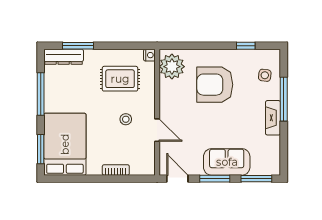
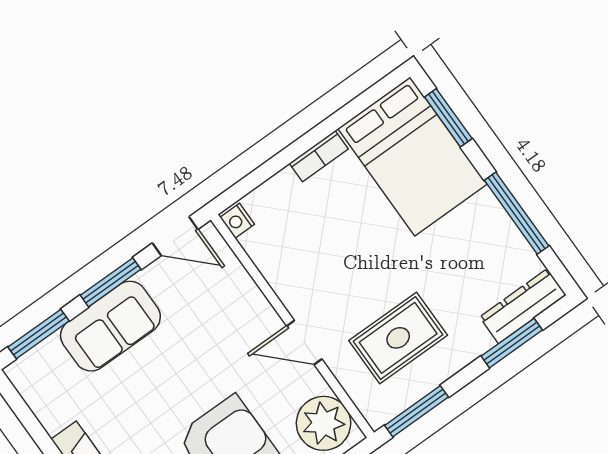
window: (133, 46) -> (416, 411), added
nightstand: (149, 55) -> (237, 221), moved
stool: (126, 119) -> (338, 275), removed
door: (157, 130) -> (304, 343), moved
bookcase: (116, 170) -> (319, 156), moved

